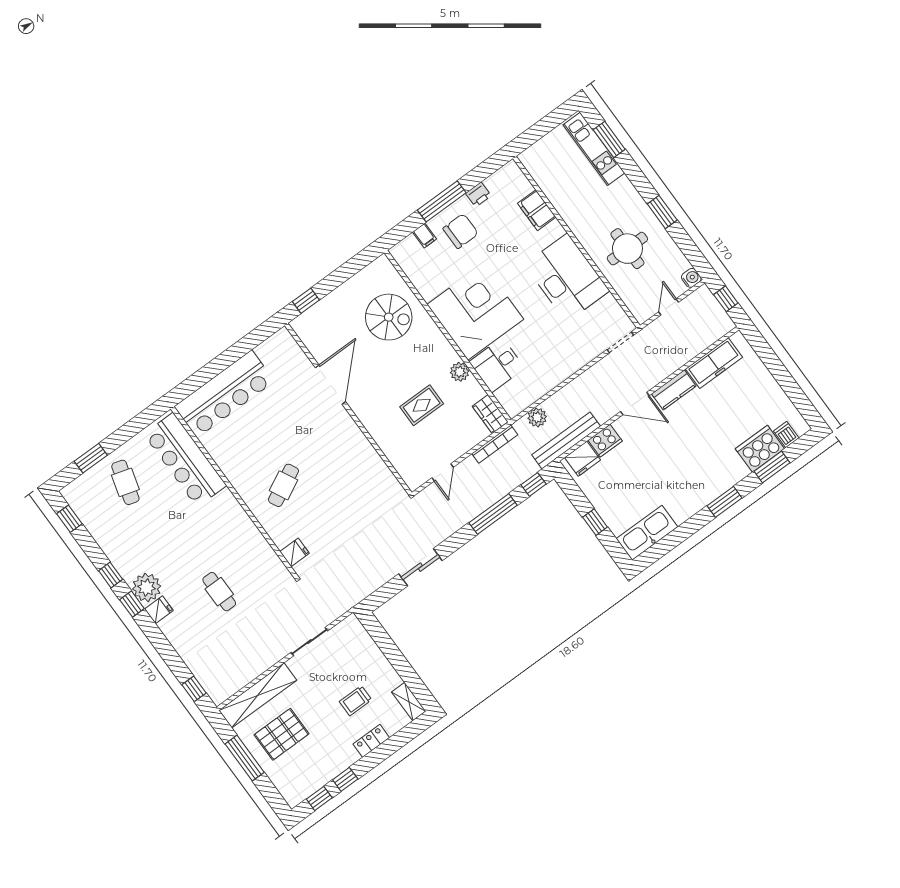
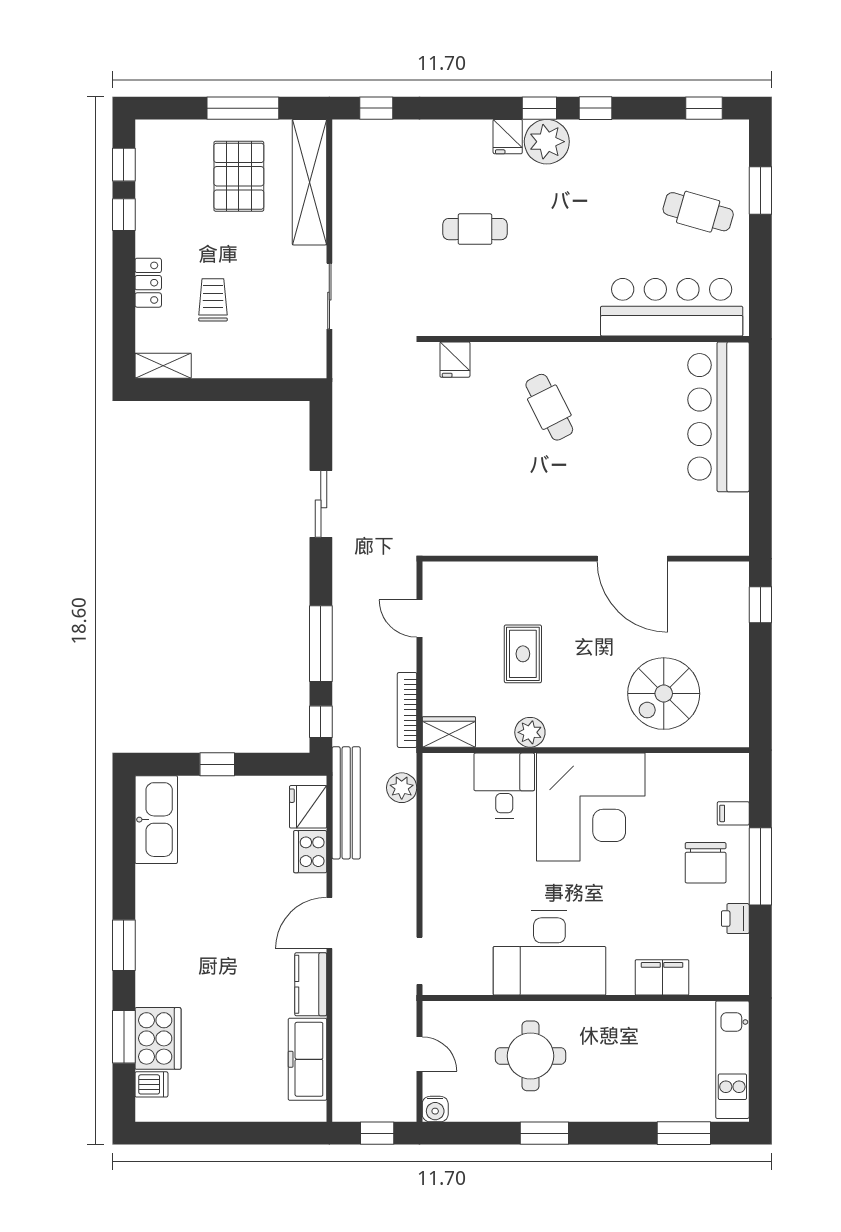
kitchen unit: (594, 149) -> (732, 1060), moved, turned -90

